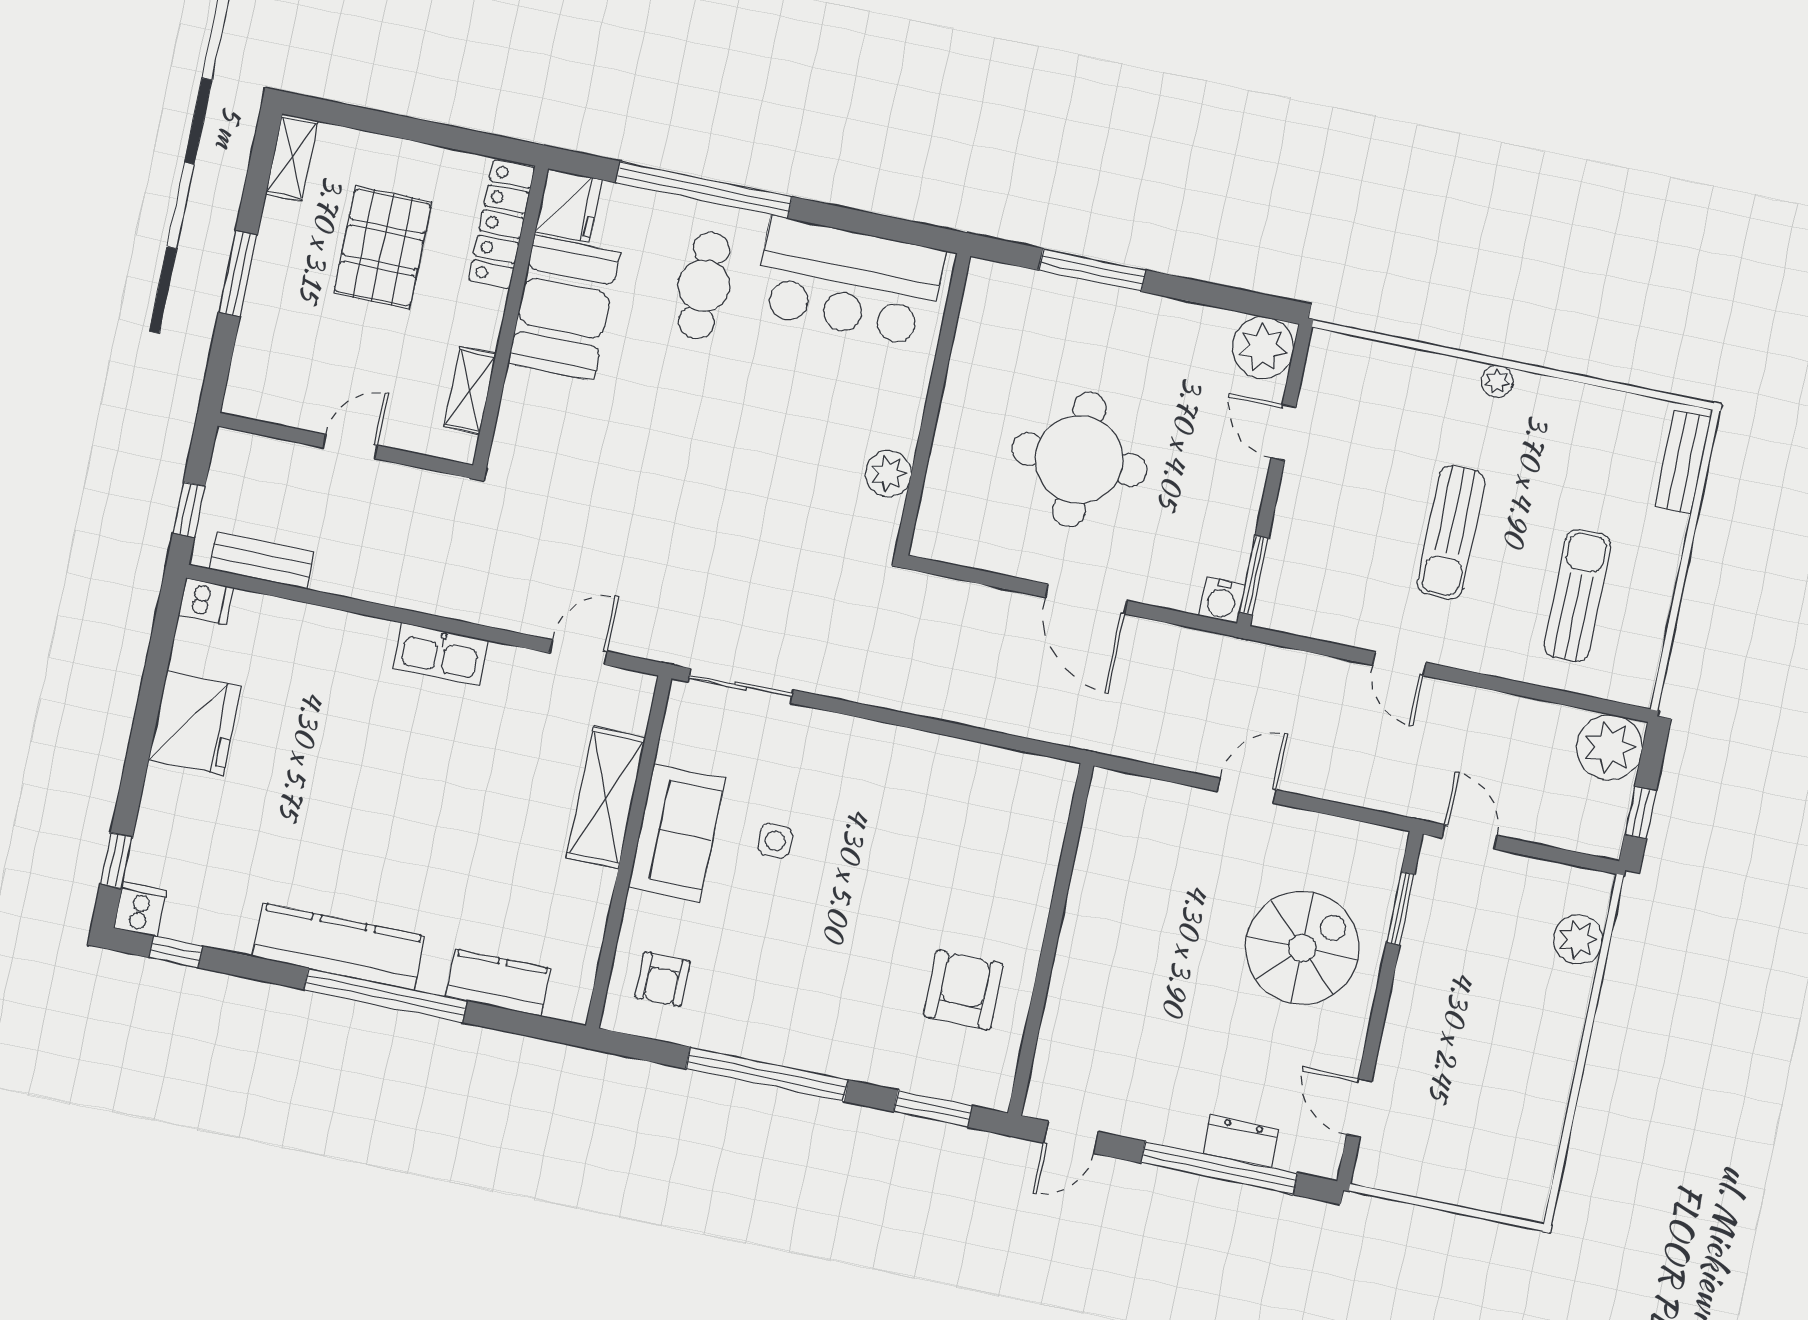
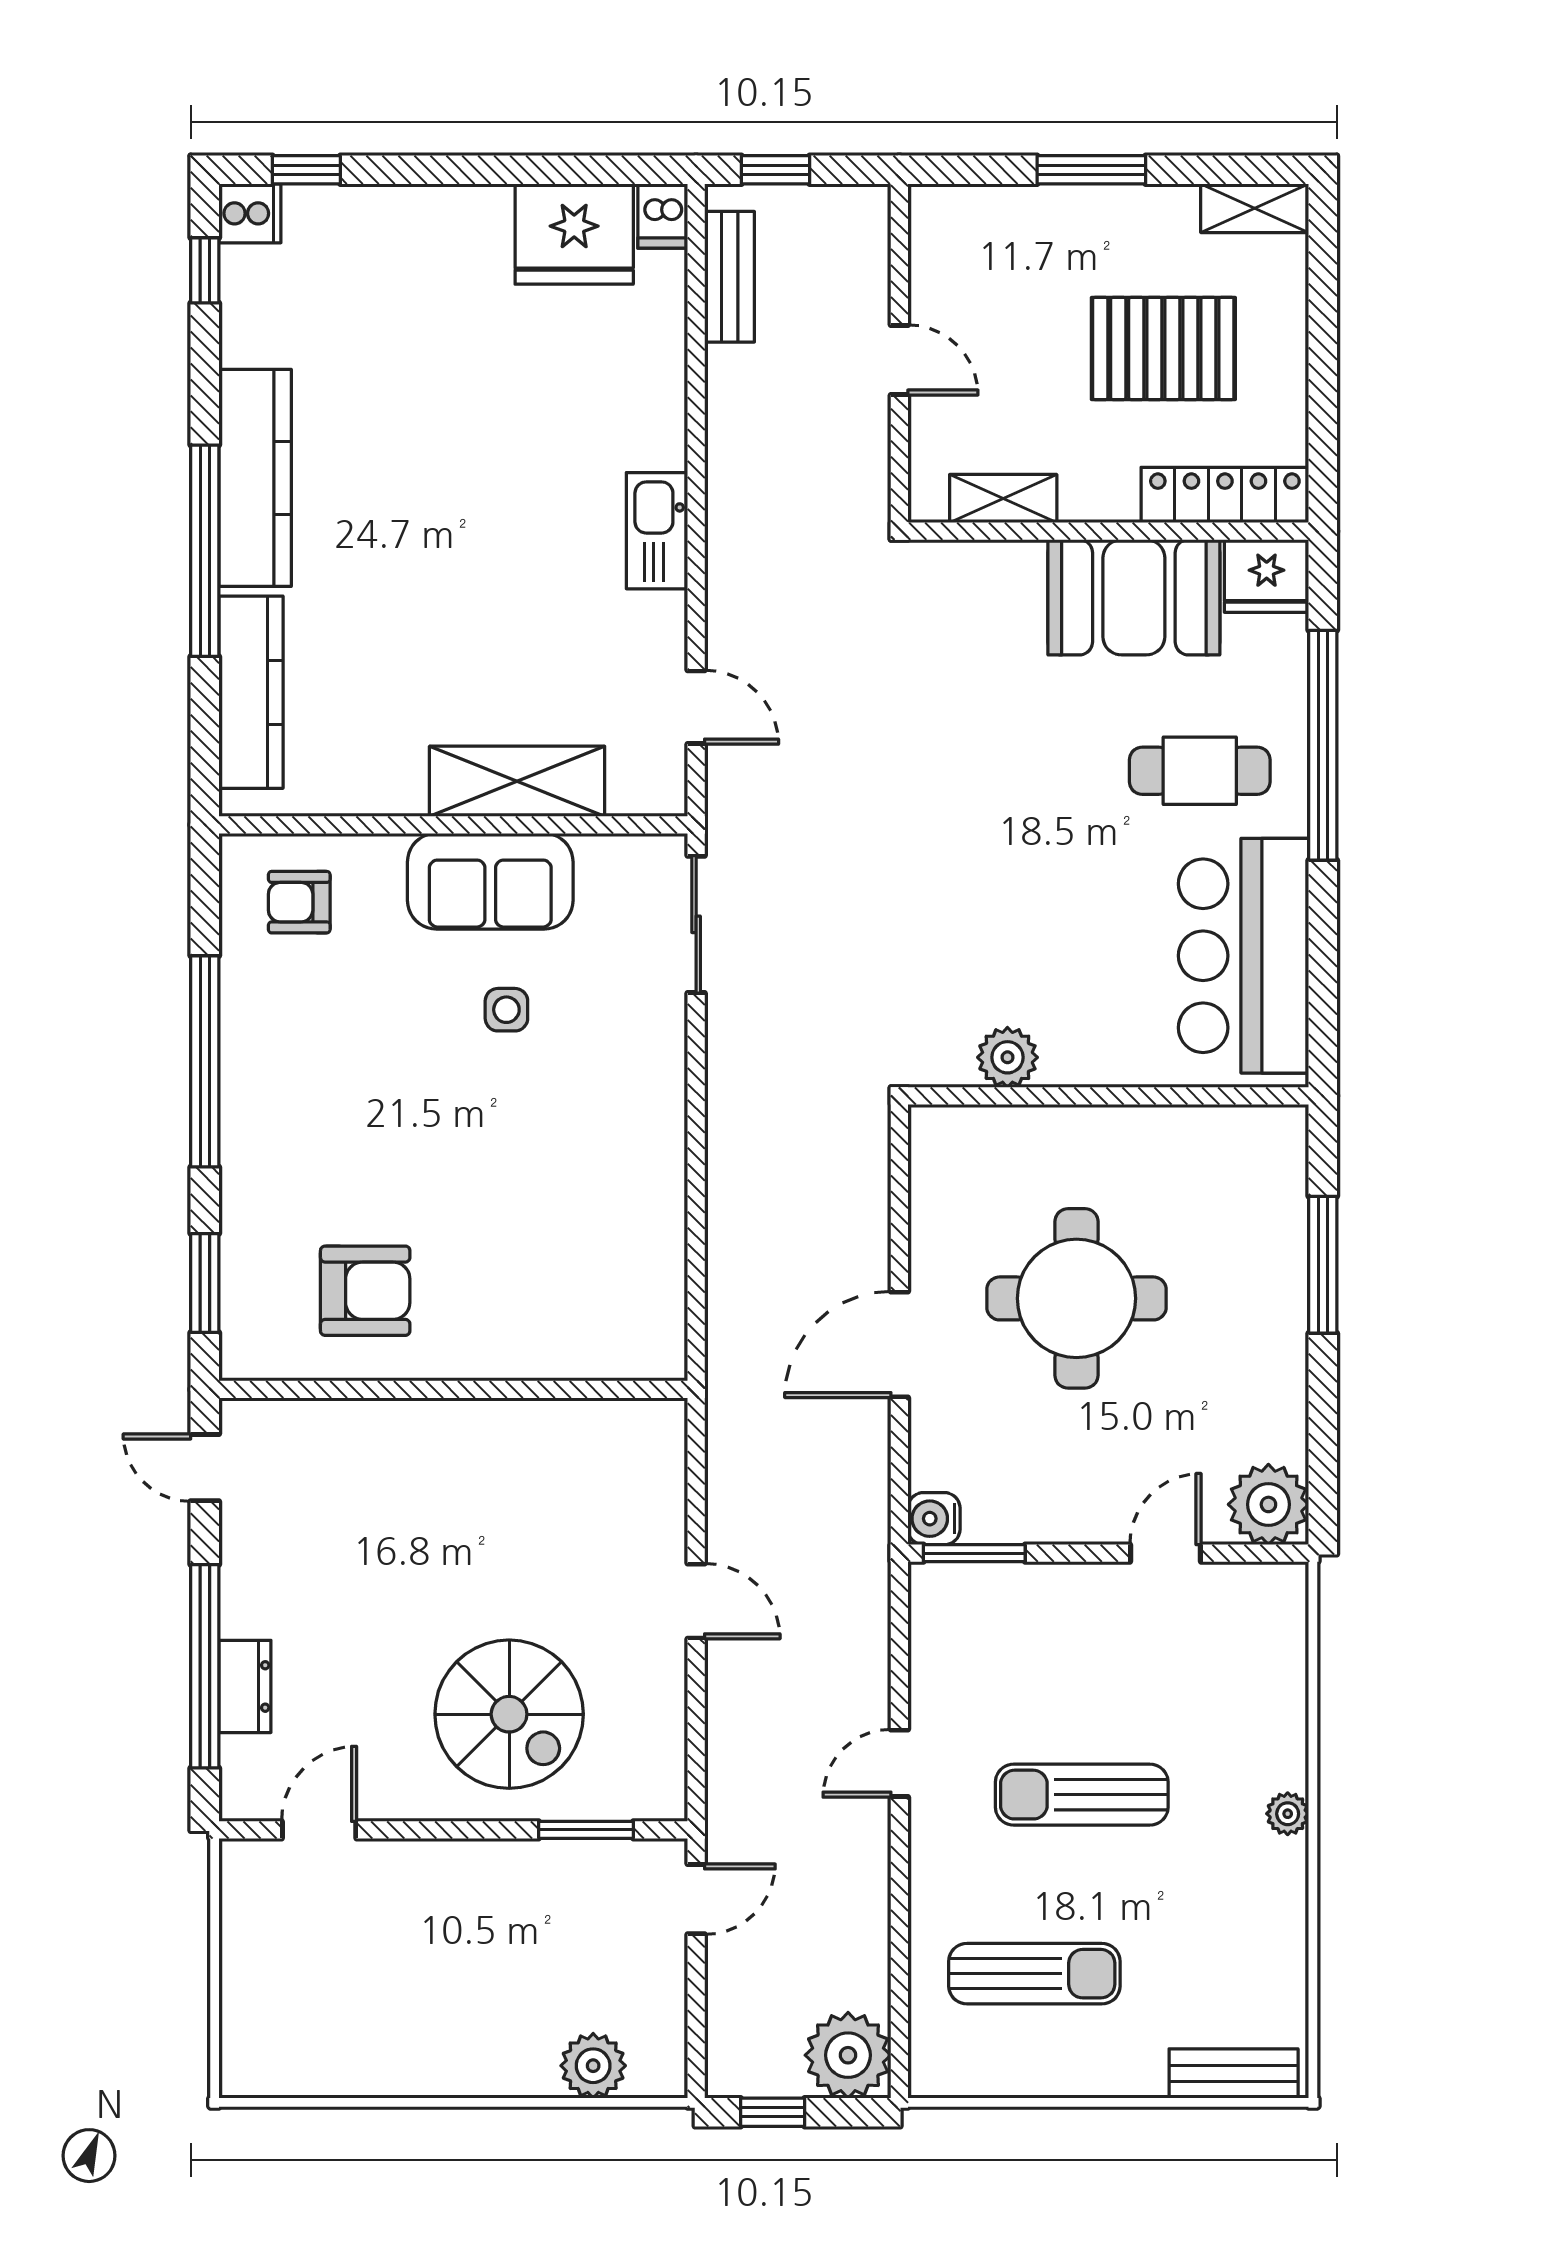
fridge: (195, 723) -> (574, 234), moved
kitchen counter: (498, 983) -> (251, 692), width x1.50

